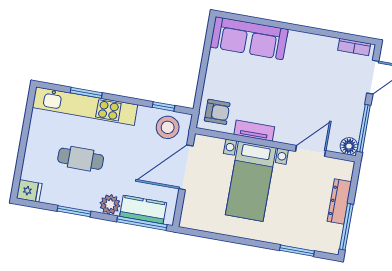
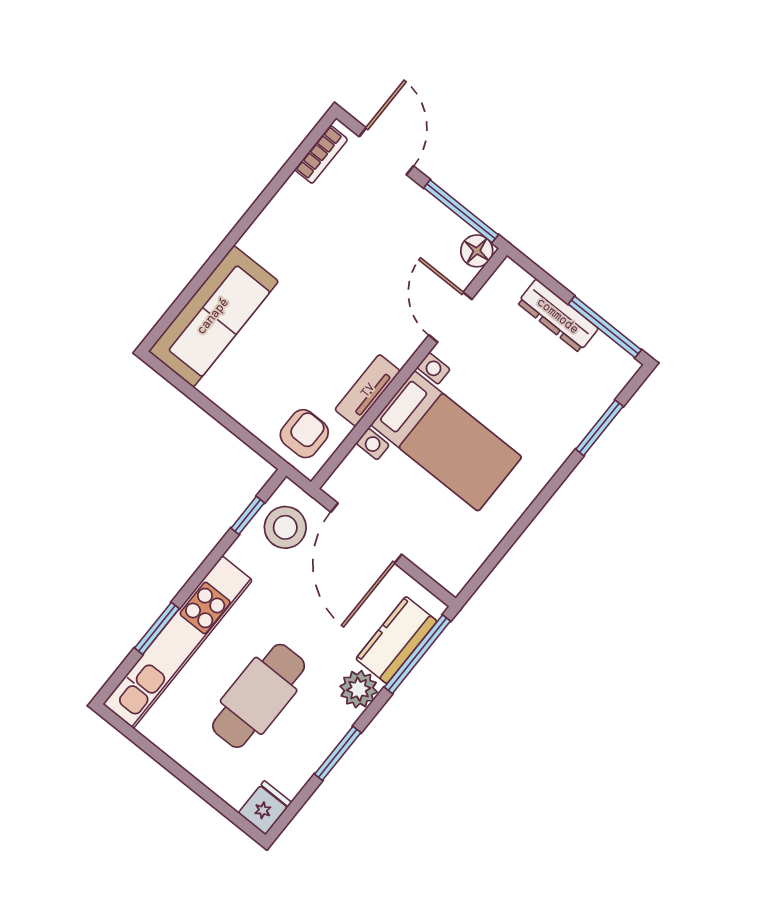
cafe table: (81, 159) -> (259, 696), width x1.37, depth x1.35

